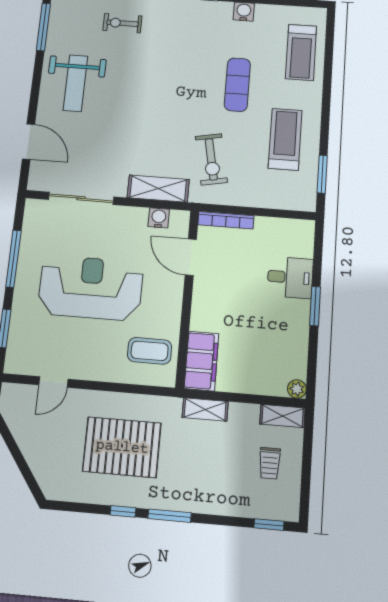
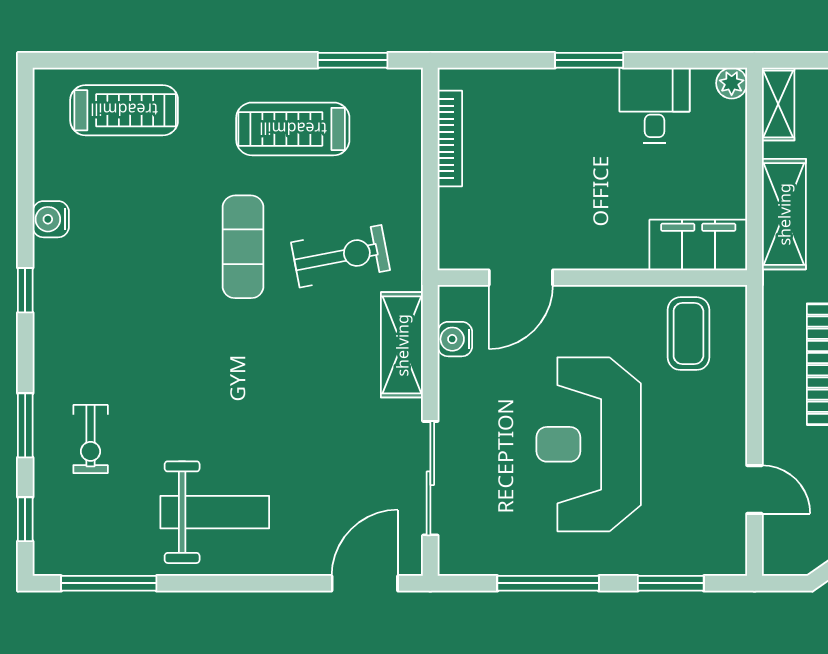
exercise mat: (237, 85) -> (243, 247), moved, turned 90
door: (29, 142) -> (365, 583), moved
bookcase: (226, 220) -> (450, 139), moved
desk: (290, 277) -> (654, 105), moved
shelving: (205, 409) -> (784, 214), width x1.50, depth x1.33

